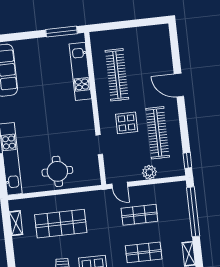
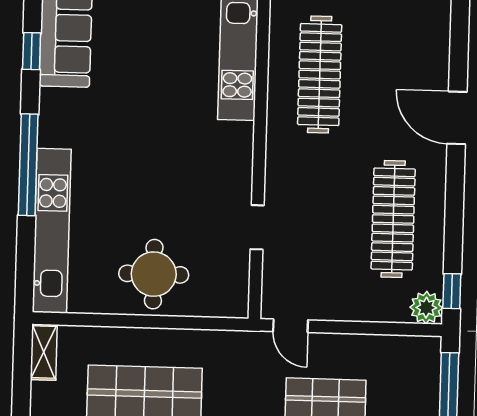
display table: (127, 123) -> (326, 186), removed
plant: (149, 172) -> (426, 308), moved
shelving: (16, 223) -> (44, 352), moved

